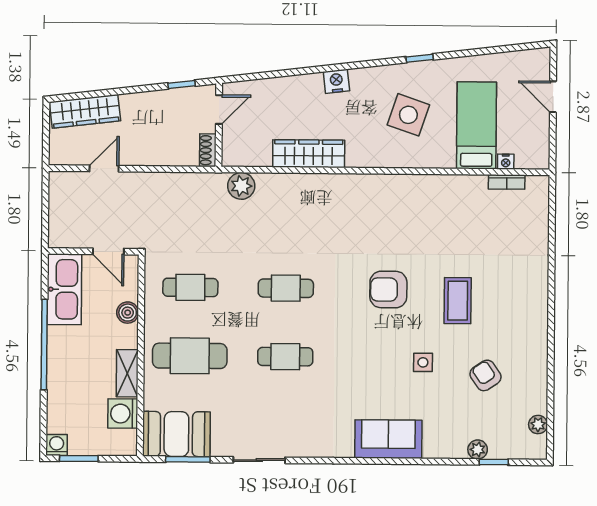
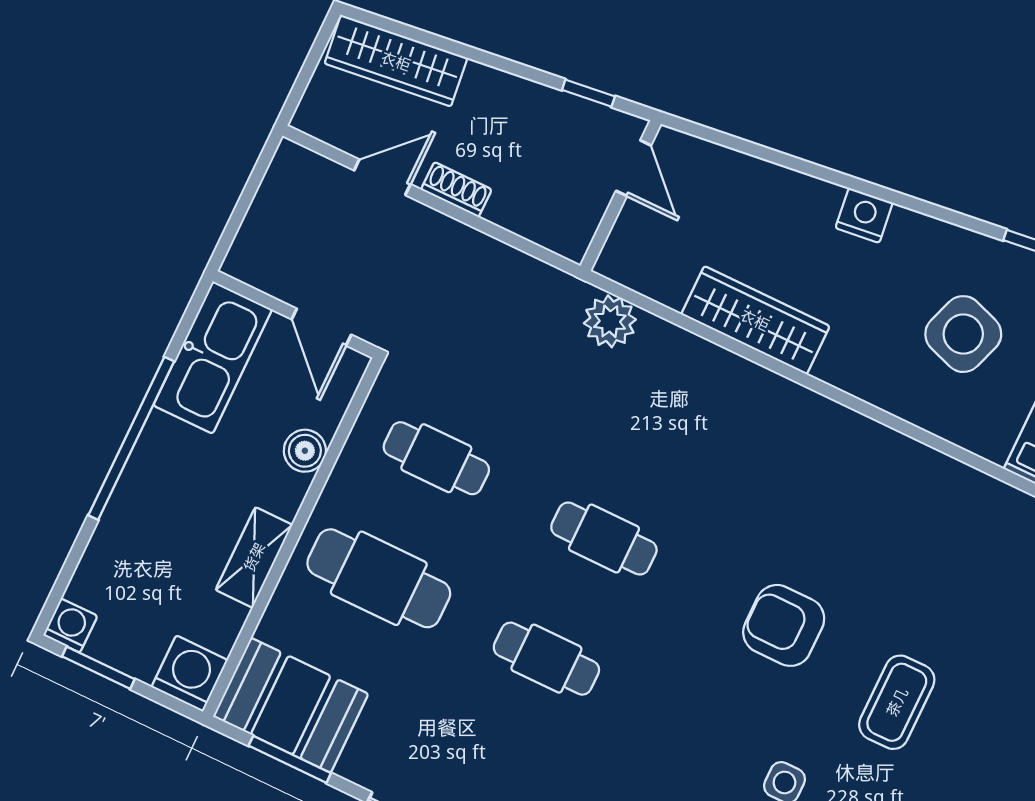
door: (219, 110) -> (634, 168), hinge flipped
shoe rack: (208, 150) -> (456, 190), moved, turned 90
washing machine: (123, 414) -> (190, 673), moved, turned 90

